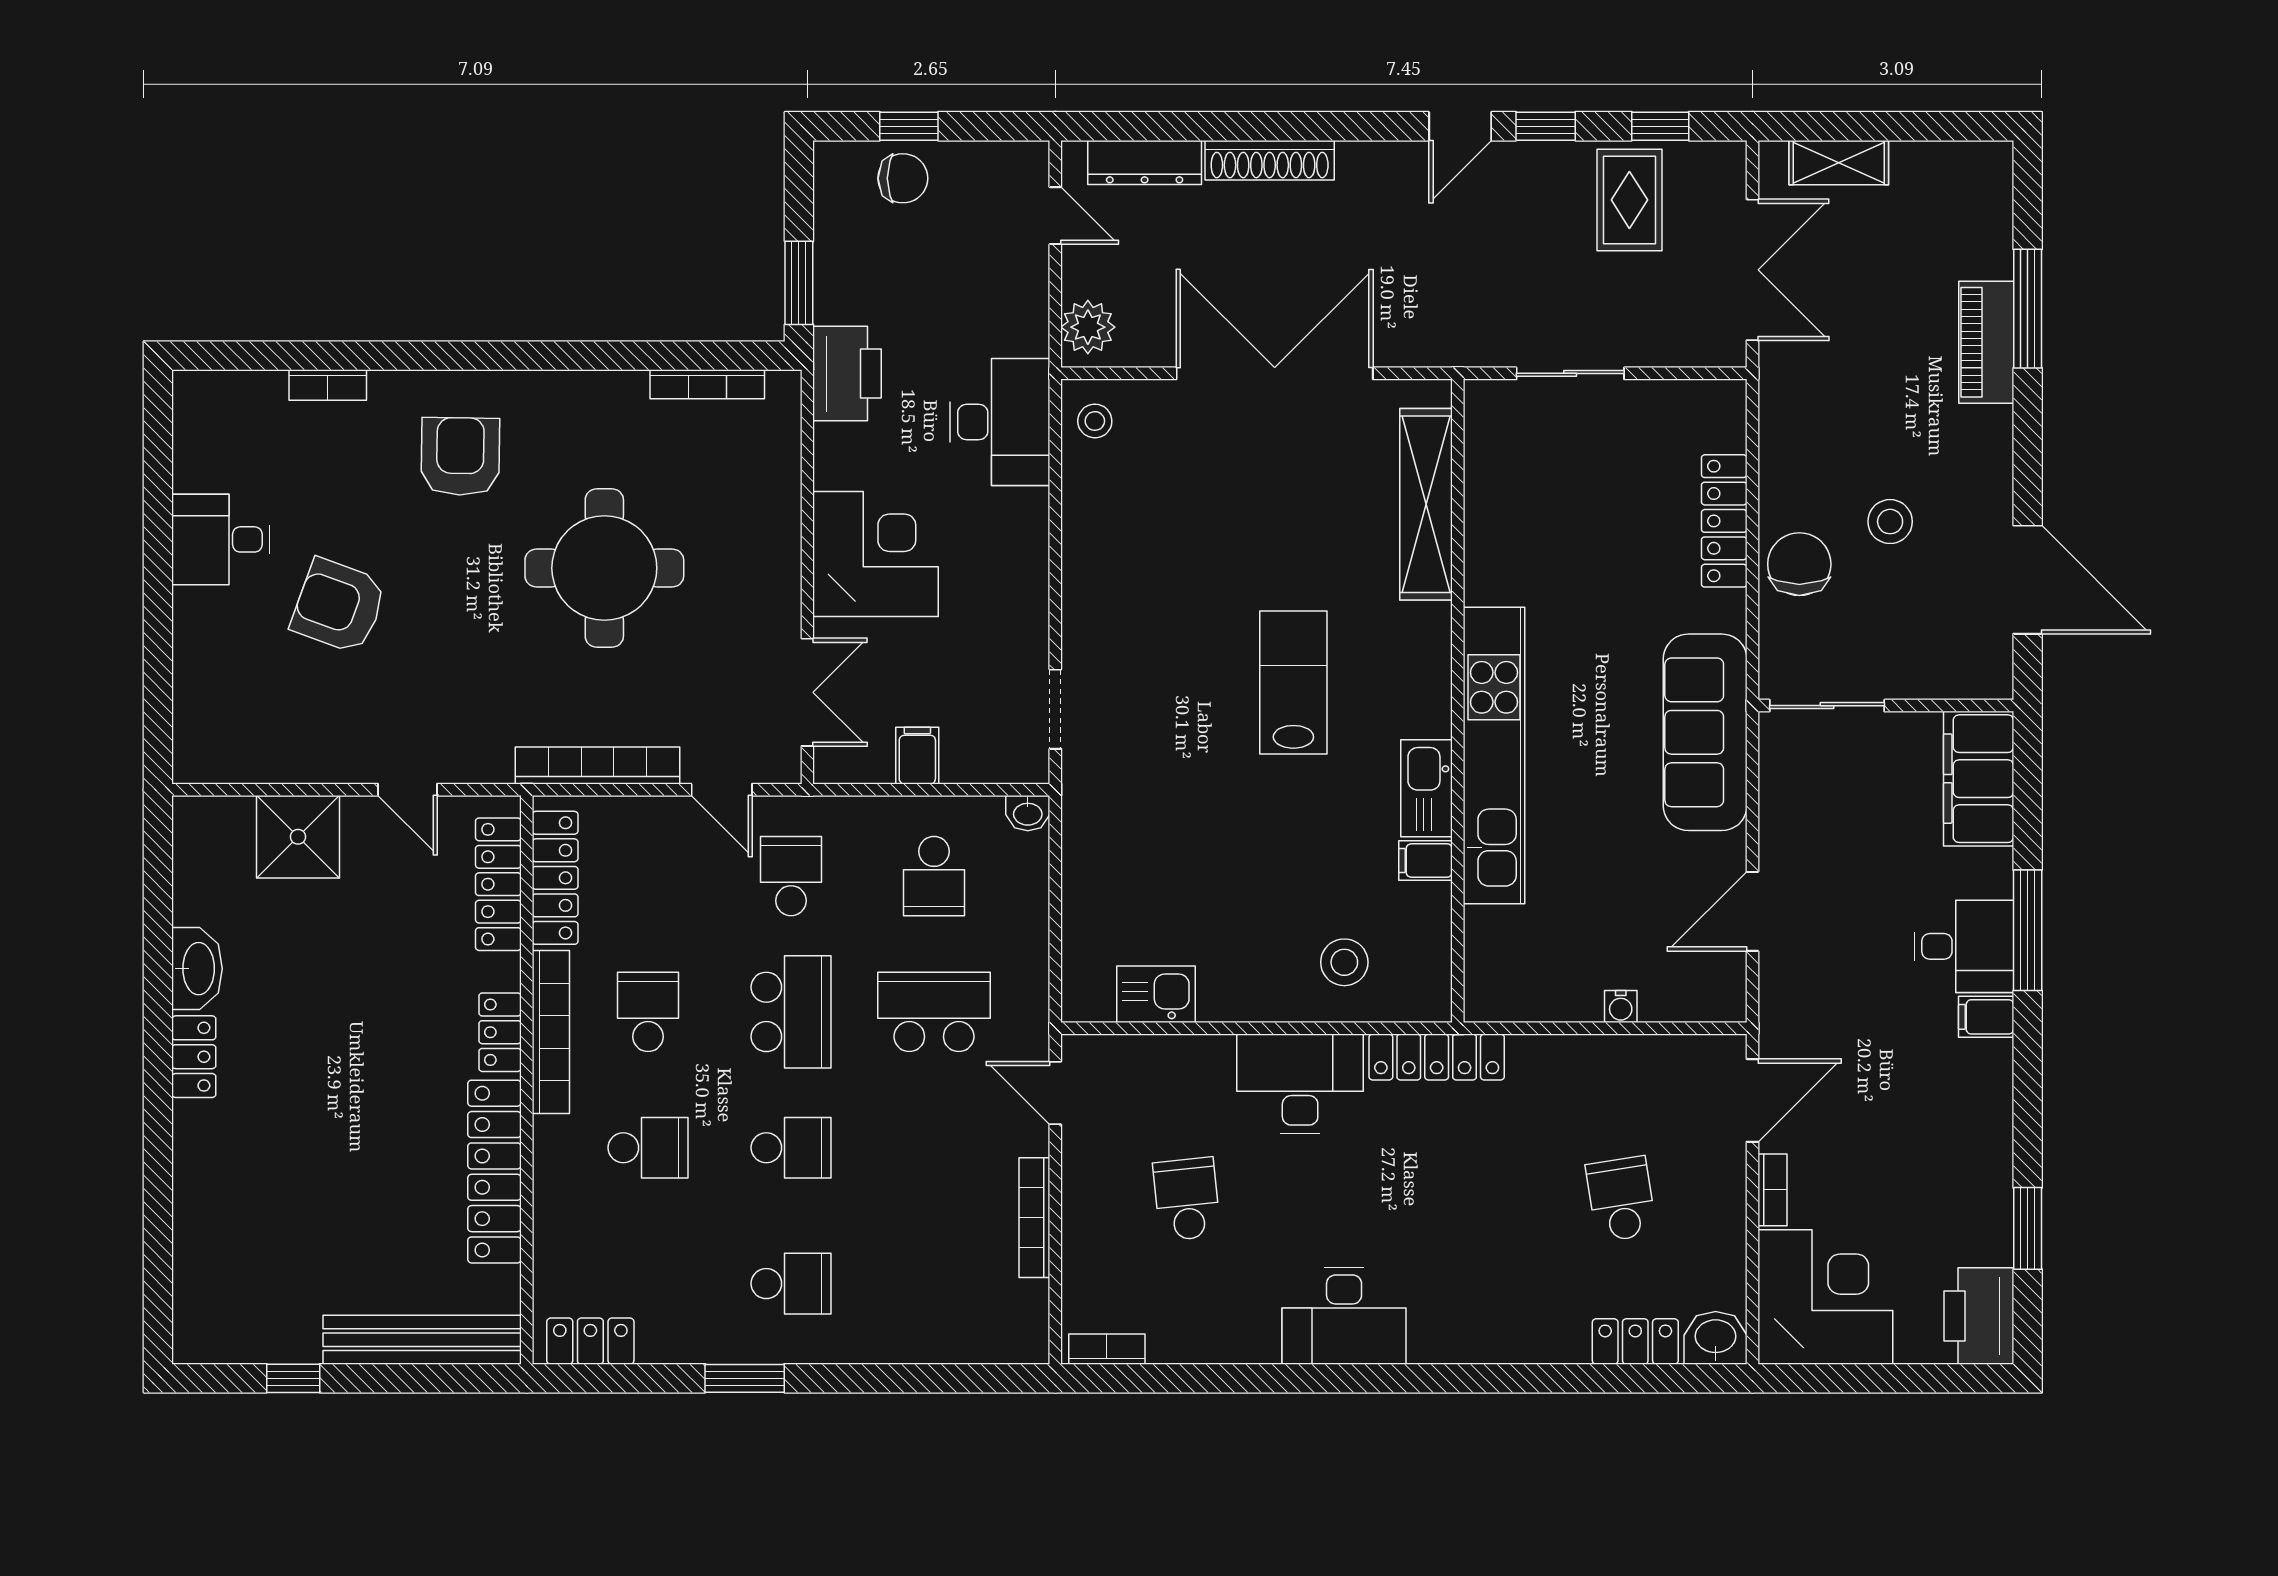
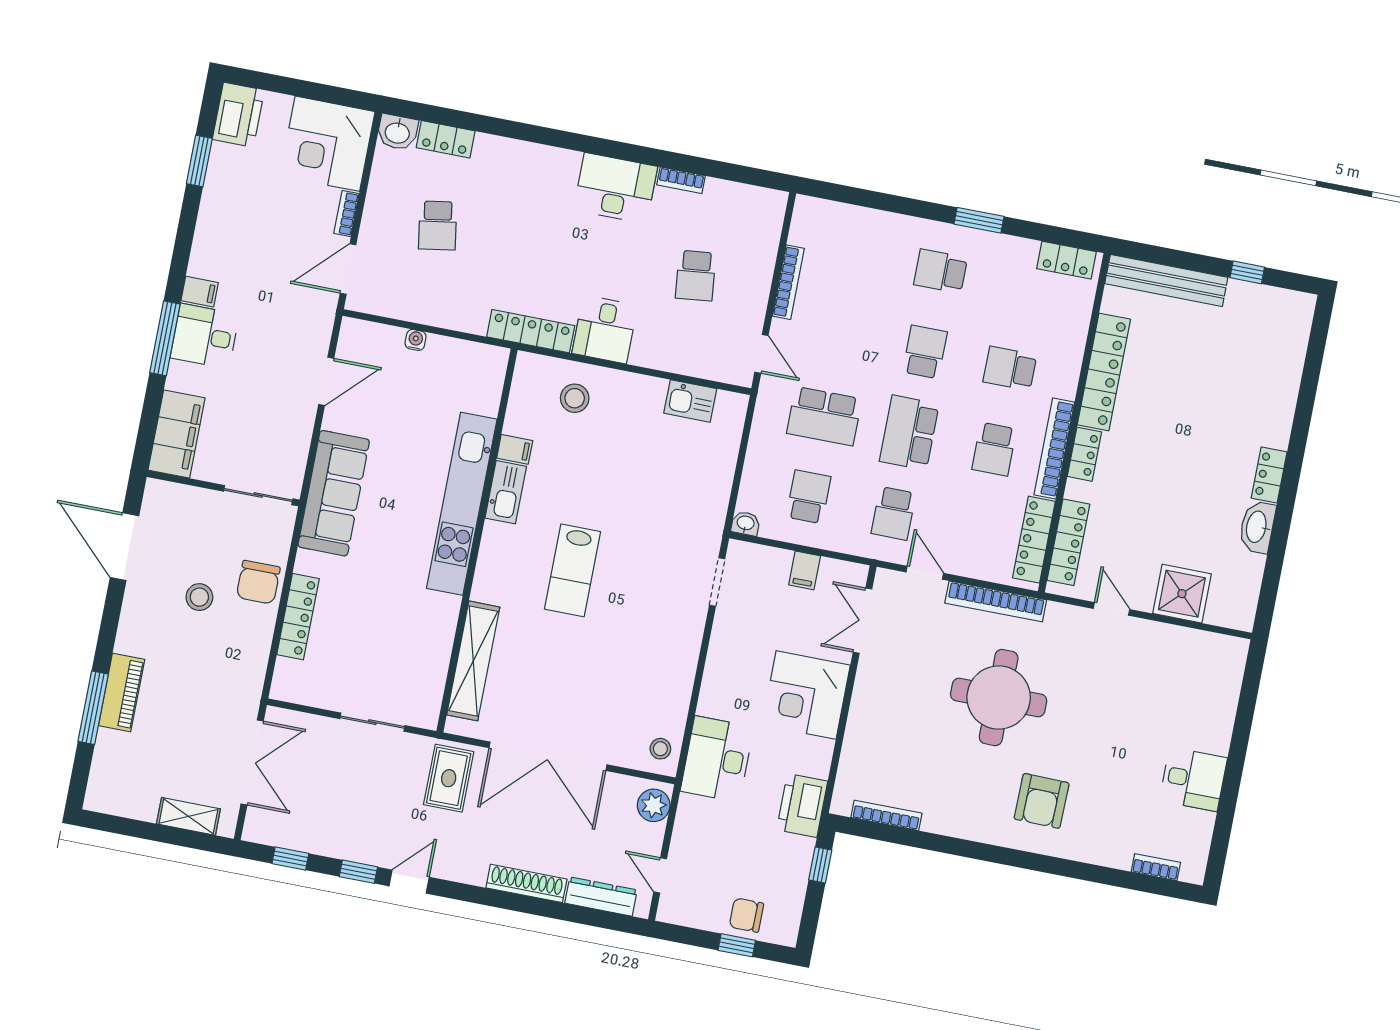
rug: (1629, 200) -> (449, 778), moved
double door: (1752, 270) -> (252, 763), swing flipped
window: (799, 283) -> (820, 865), width x0.67
bookcase: (328, 385) -> (1156, 867), moved
round table: (604, 568) -> (999, 698), moved
armchair: (339, 606) -> (1131, 726), removed
desk: (1300, 1084) -> (605, 329), width x0.73
school desk: (791, 1148) -> (925, 352), turned 90
bookcase: (1107, 1349) -> (681, 180), moved

